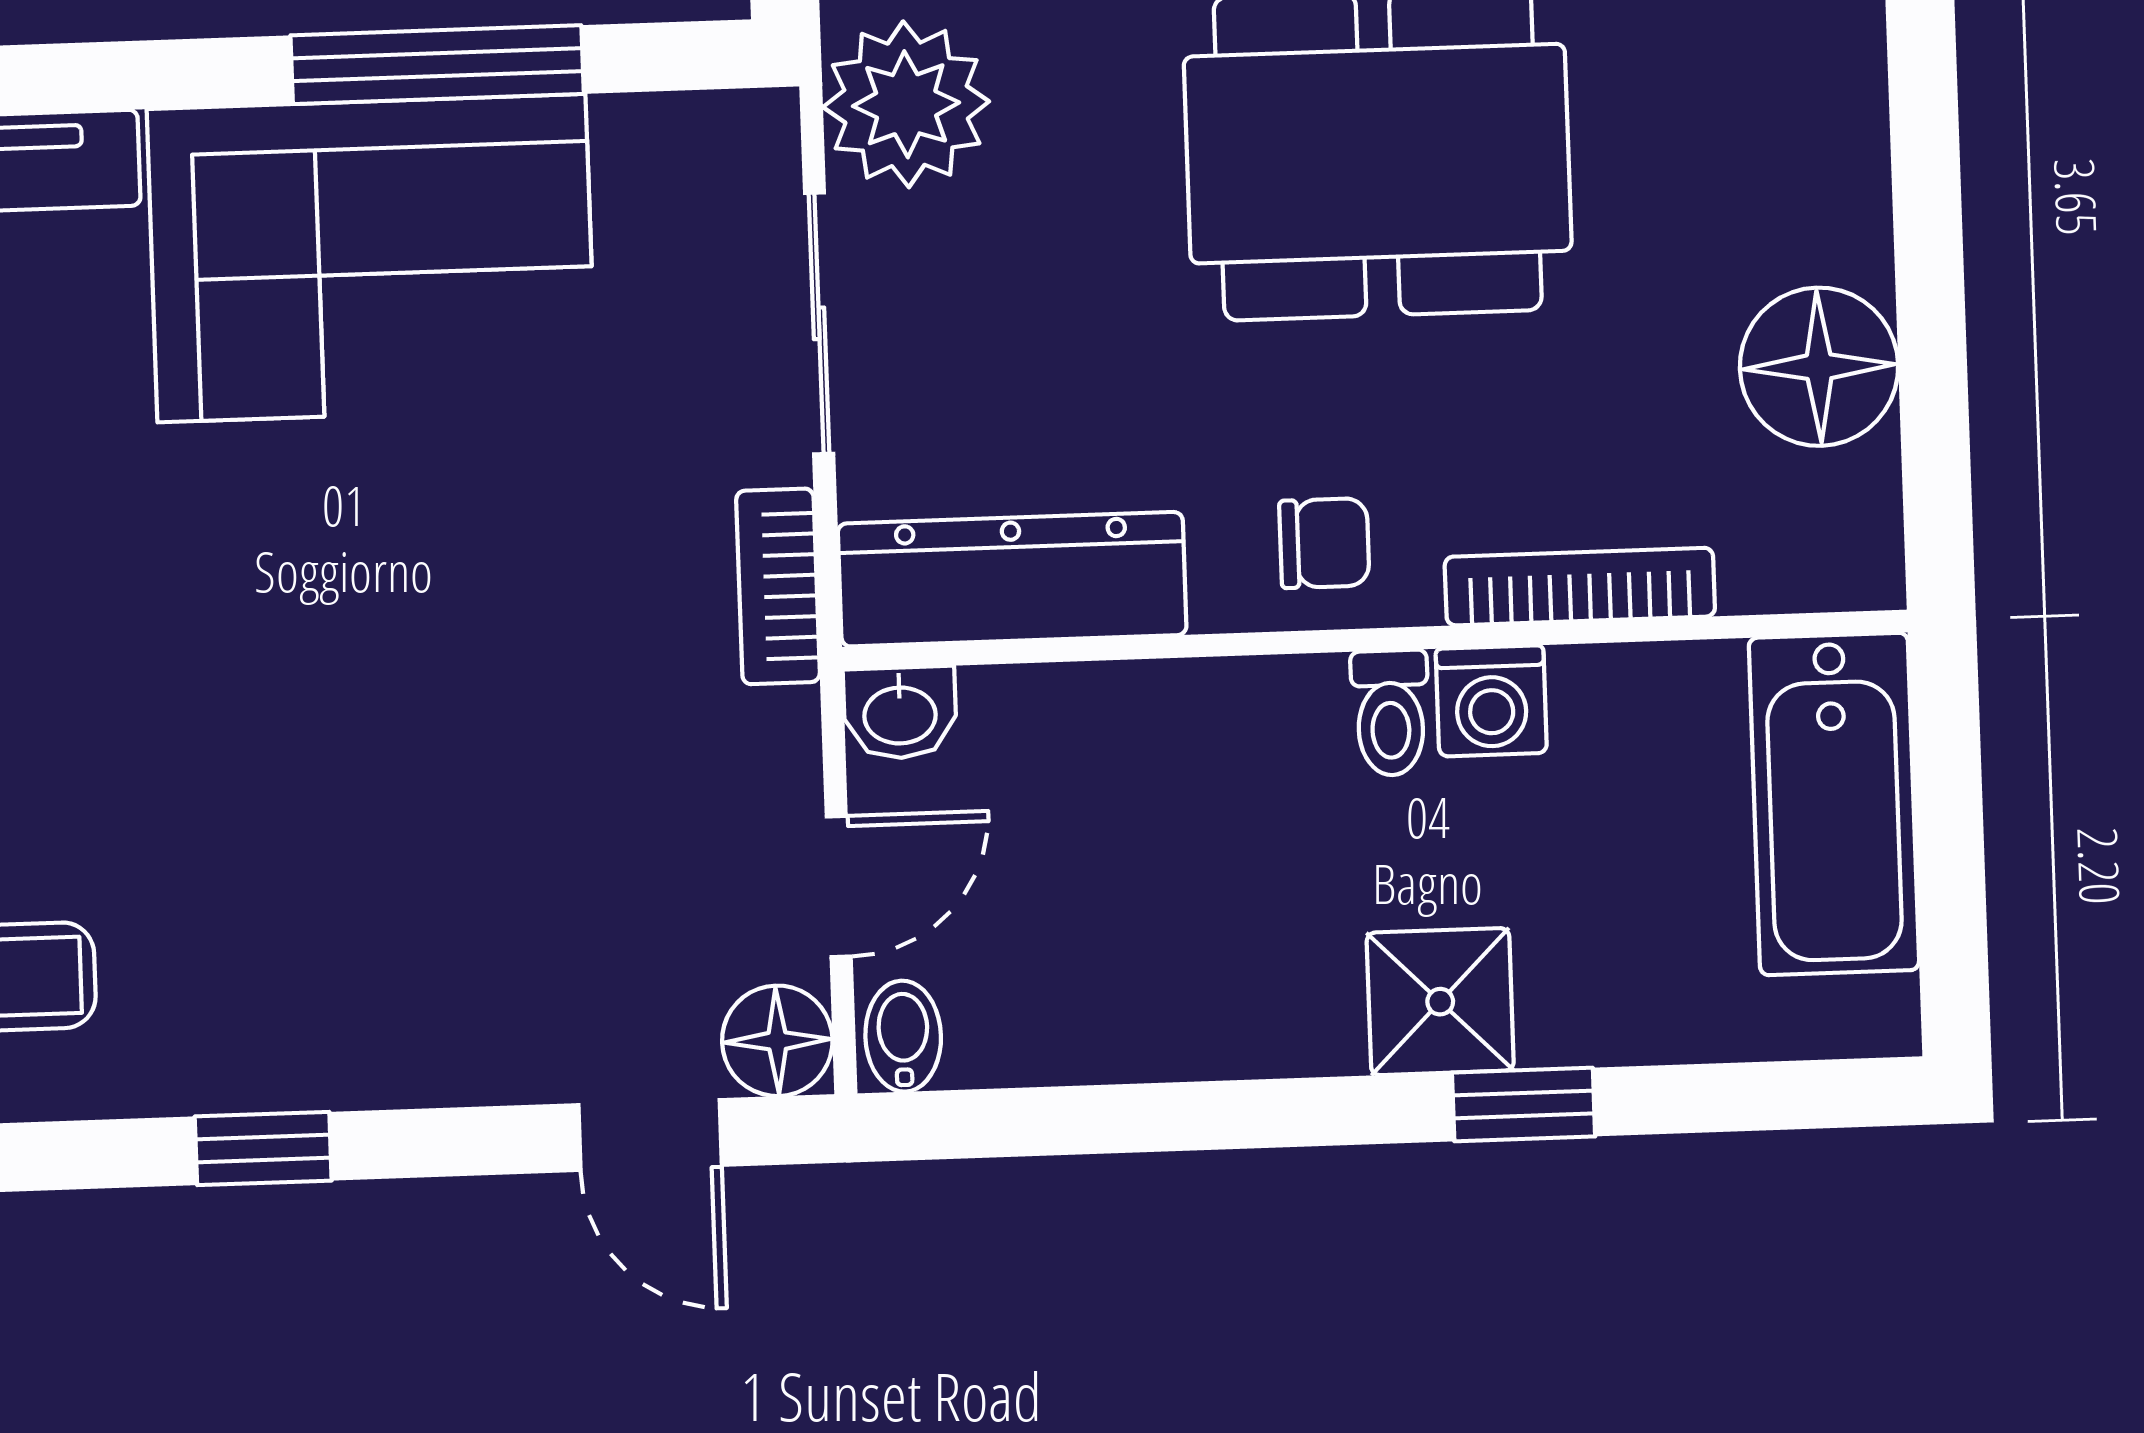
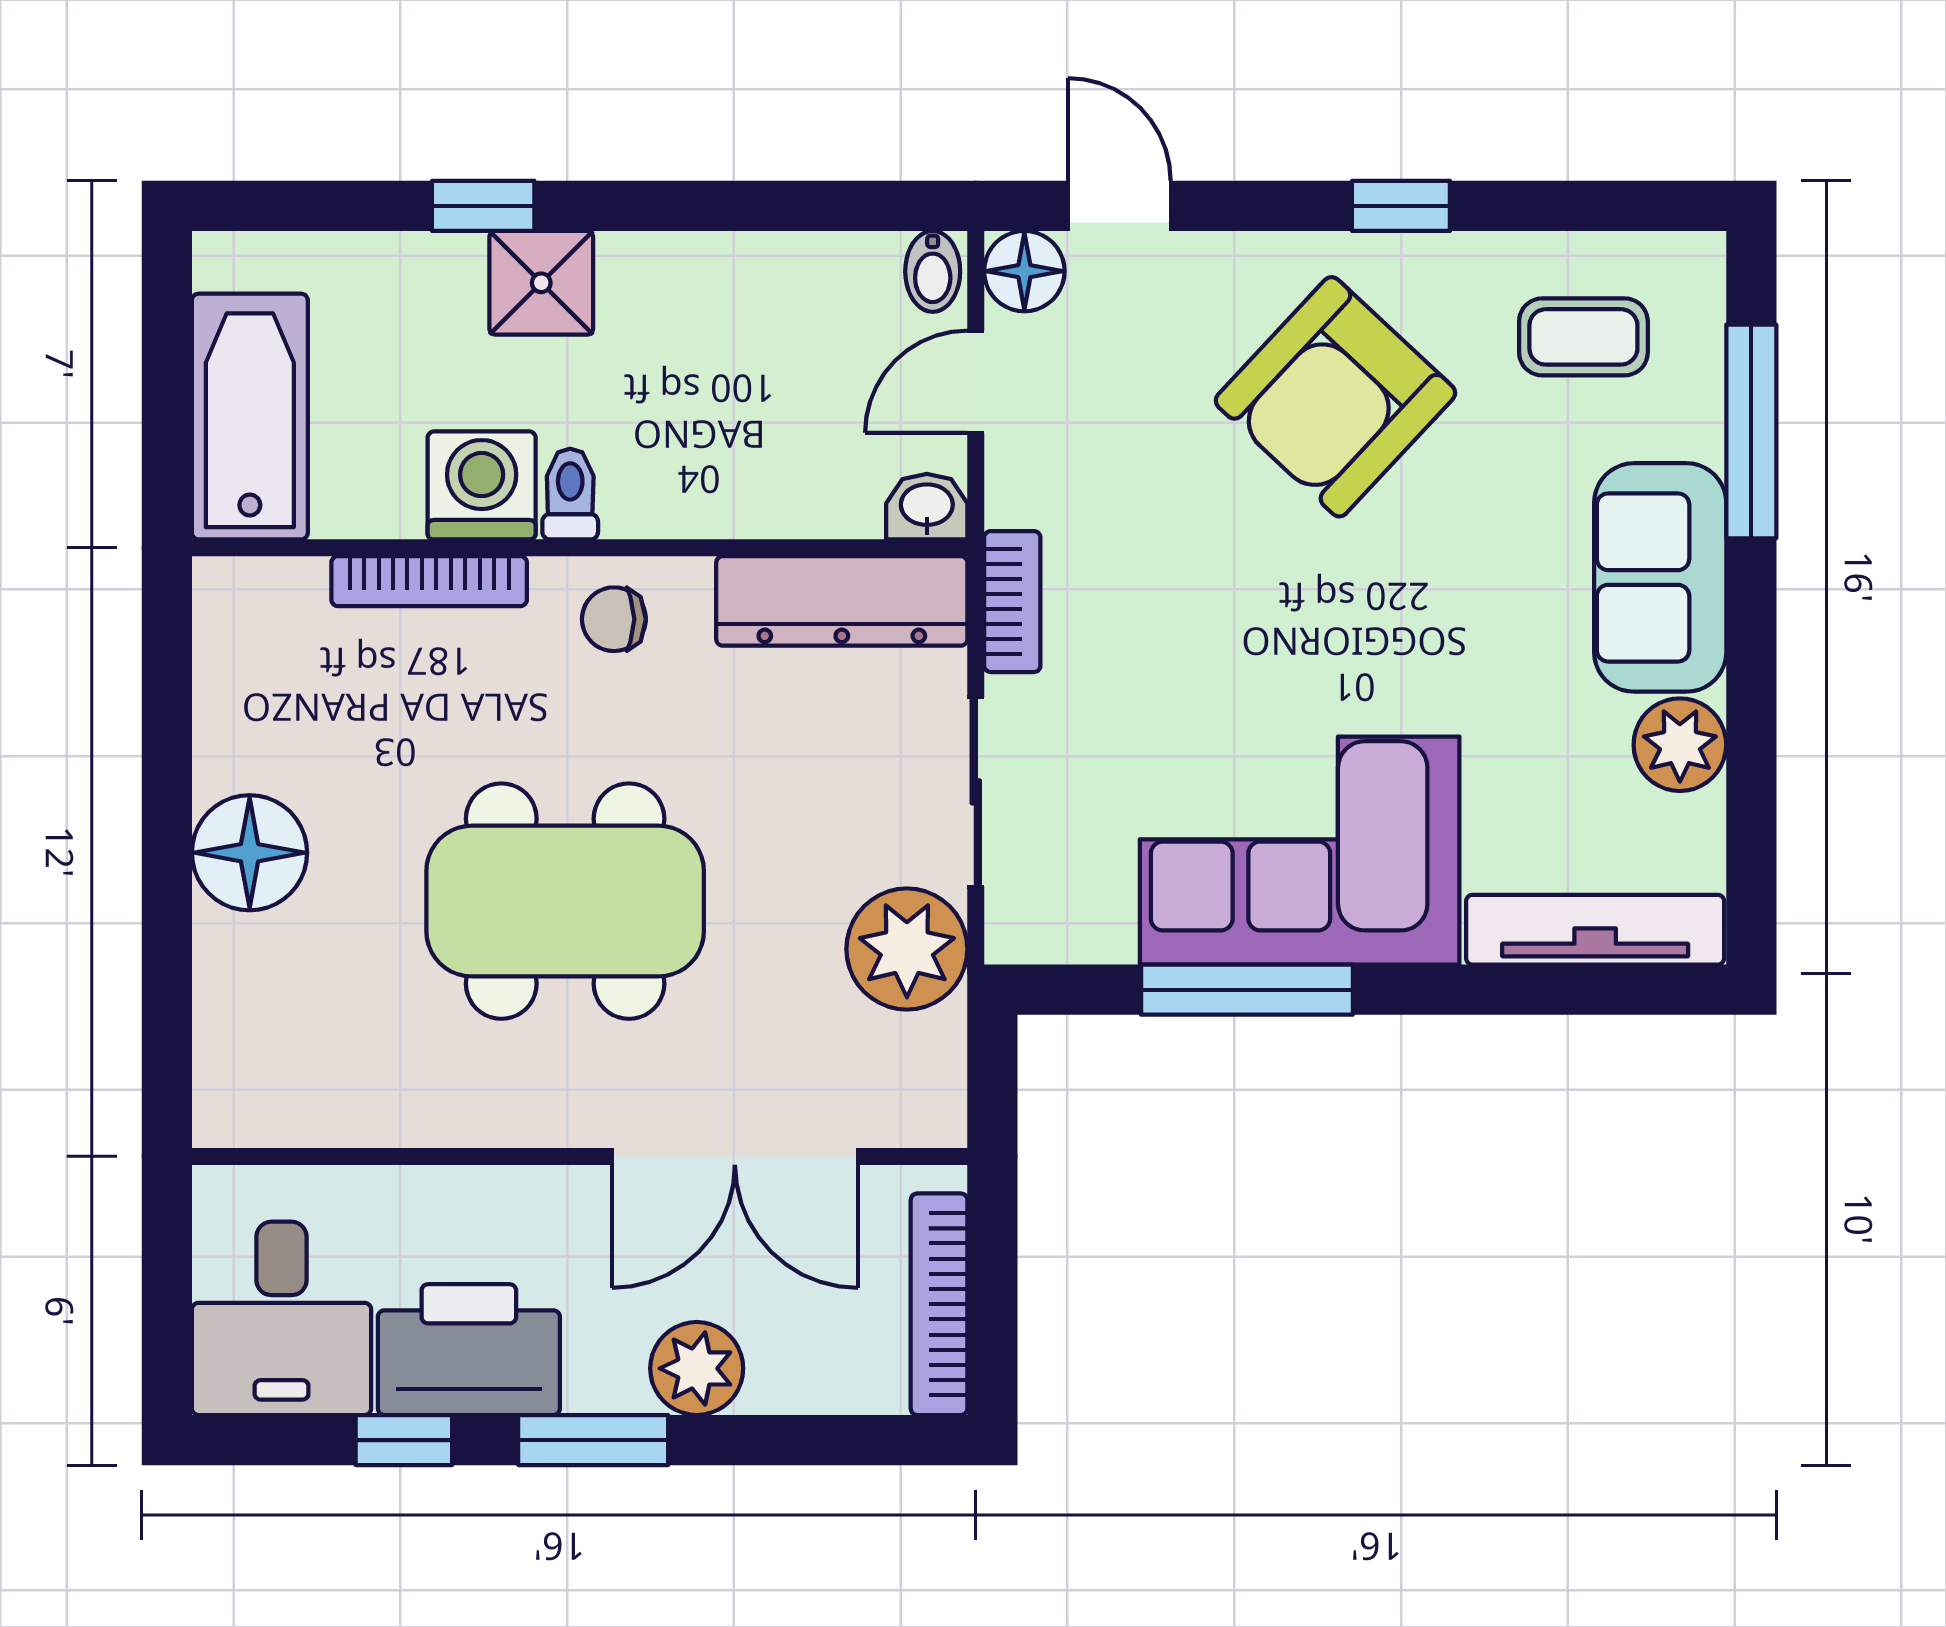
floor lamp: (1819, 367) -> (250, 853), moved
washing machine: (1491, 701) -> (482, 485), width x1.38, depth x1.38
armchair: (344, 883) -> (1335, 397), added

